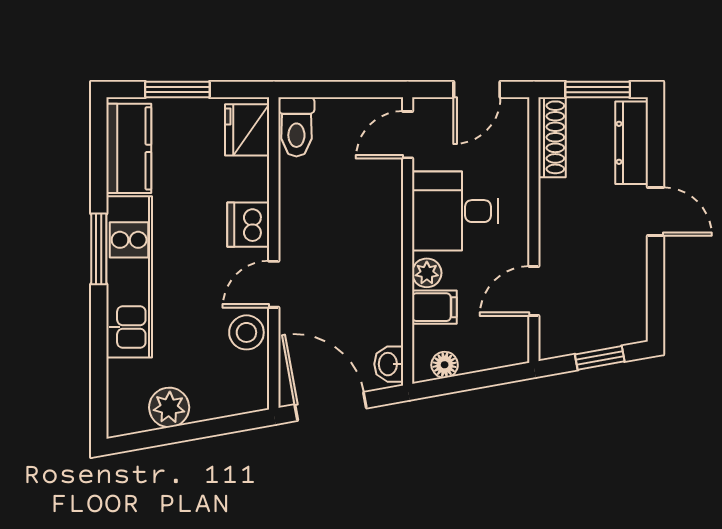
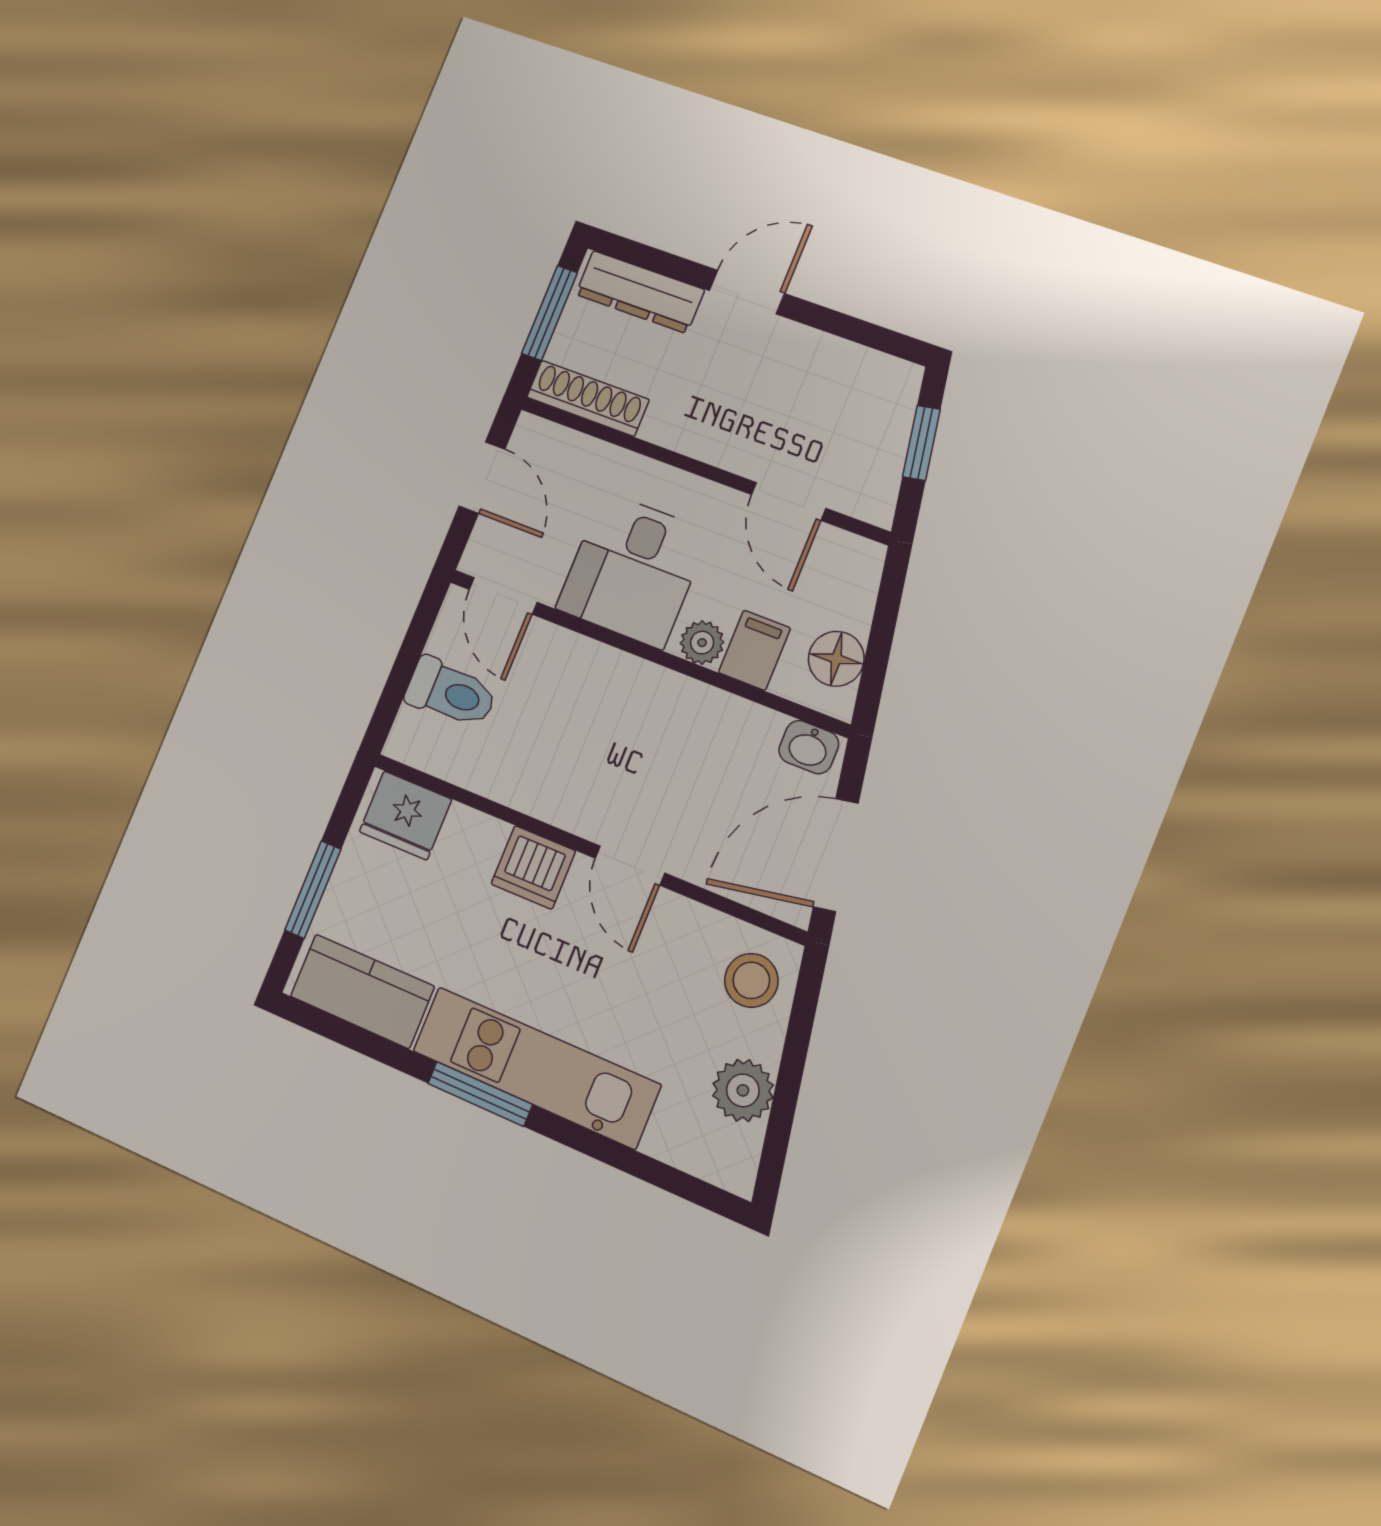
toilet: (296, 127) -> (451, 693), moved
stool: (246, 332) -> (751, 980), moved
floor lamp: (445, 365) -> (836, 659), width x1.37, depth x1.37

